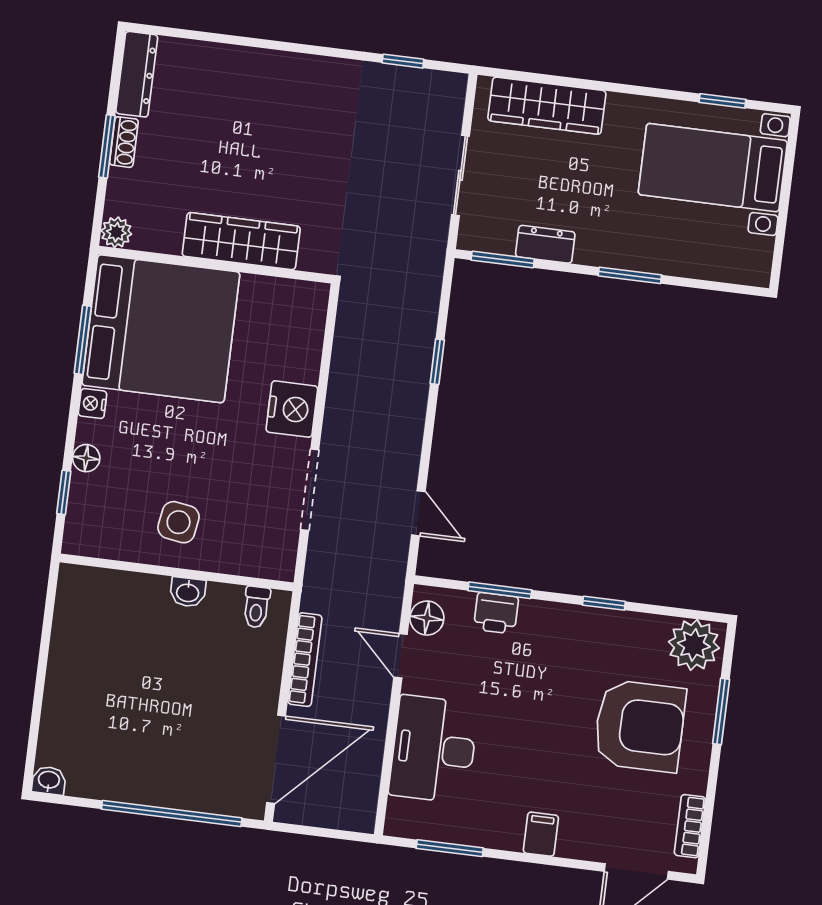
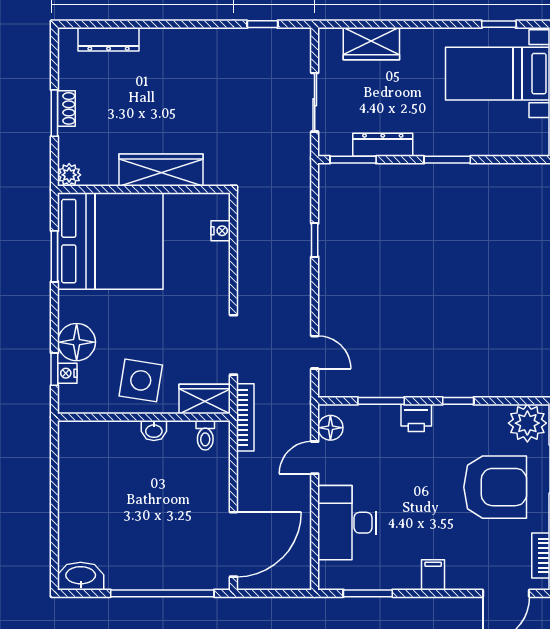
dresser: (137, 74) -> (109, 39), moved, turned 90
wardrobe: (547, 106) -> (371, 44), width x0.67
dresser: (545, 244) -> (383, 145), width x1.44
nightstand: (92, 404) -> (67, 373), moved
nightstand: (292, 409) -> (221, 231), moved, width x0.53, depth x0.56
floor lamp: (86, 458) -> (77, 342), width x1.89, depth x1.89
side table: (179, 522) -> (141, 380), width x1.37, depth x1.37
wardrobe: (262, 558) -> (205, 399), added
printer: (496, 613) -> (416, 418), moved
door: (401, 656) -> (315, 458), hinge flipped
bookcase: (305, 660) -> (245, 417), moved
washbasin: (49, 780) -> (81, 576), width x1.91, depth x1.45

